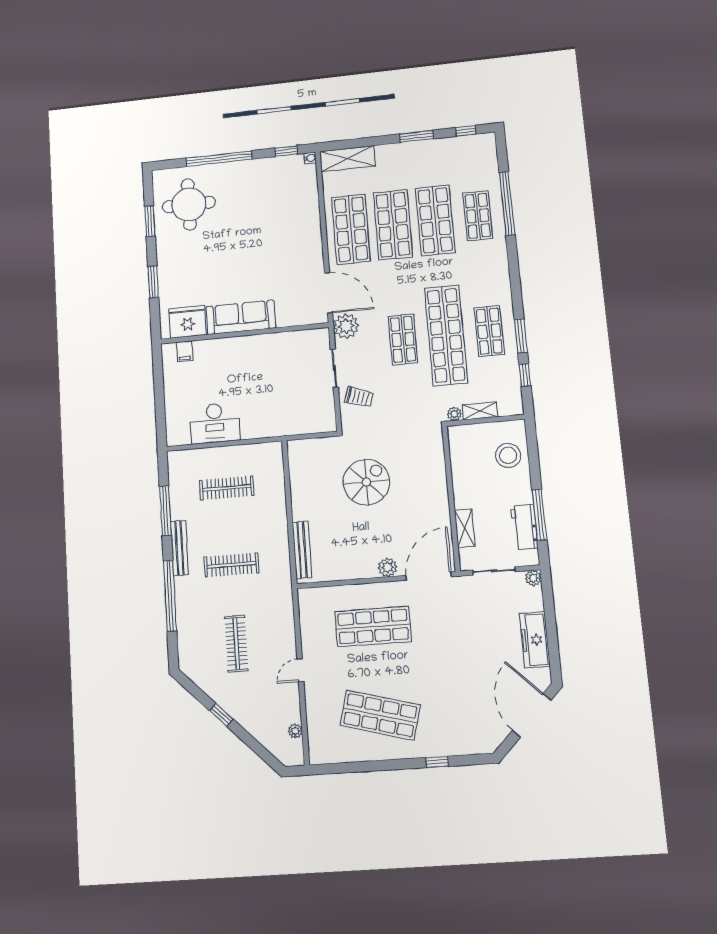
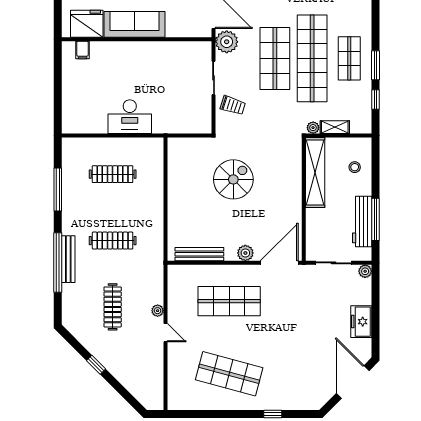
shop shelf: (403, 339) -> (275, 58), width x1.43, depth x1.36
desk: (215, 423) -> (130, 117), moved
stool: (508, 455) -> (355, 167), width x0.53, depth x0.53
workbench: (524, 527) -> (362, 222), width x1.38
shelving: (465, 528) -> (315, 172), moved, width x2.20, depth x1.33
bench: (179, 548) -> (68, 259), moved
bench: (302, 550) -> (199, 254), moved, turned 90
freezer: (535, 640) -> (361, 322), width x0.71
door: (300, 670) -> (165, 333), swing flipped
plant: (295, 731) -> (158, 311), moved

